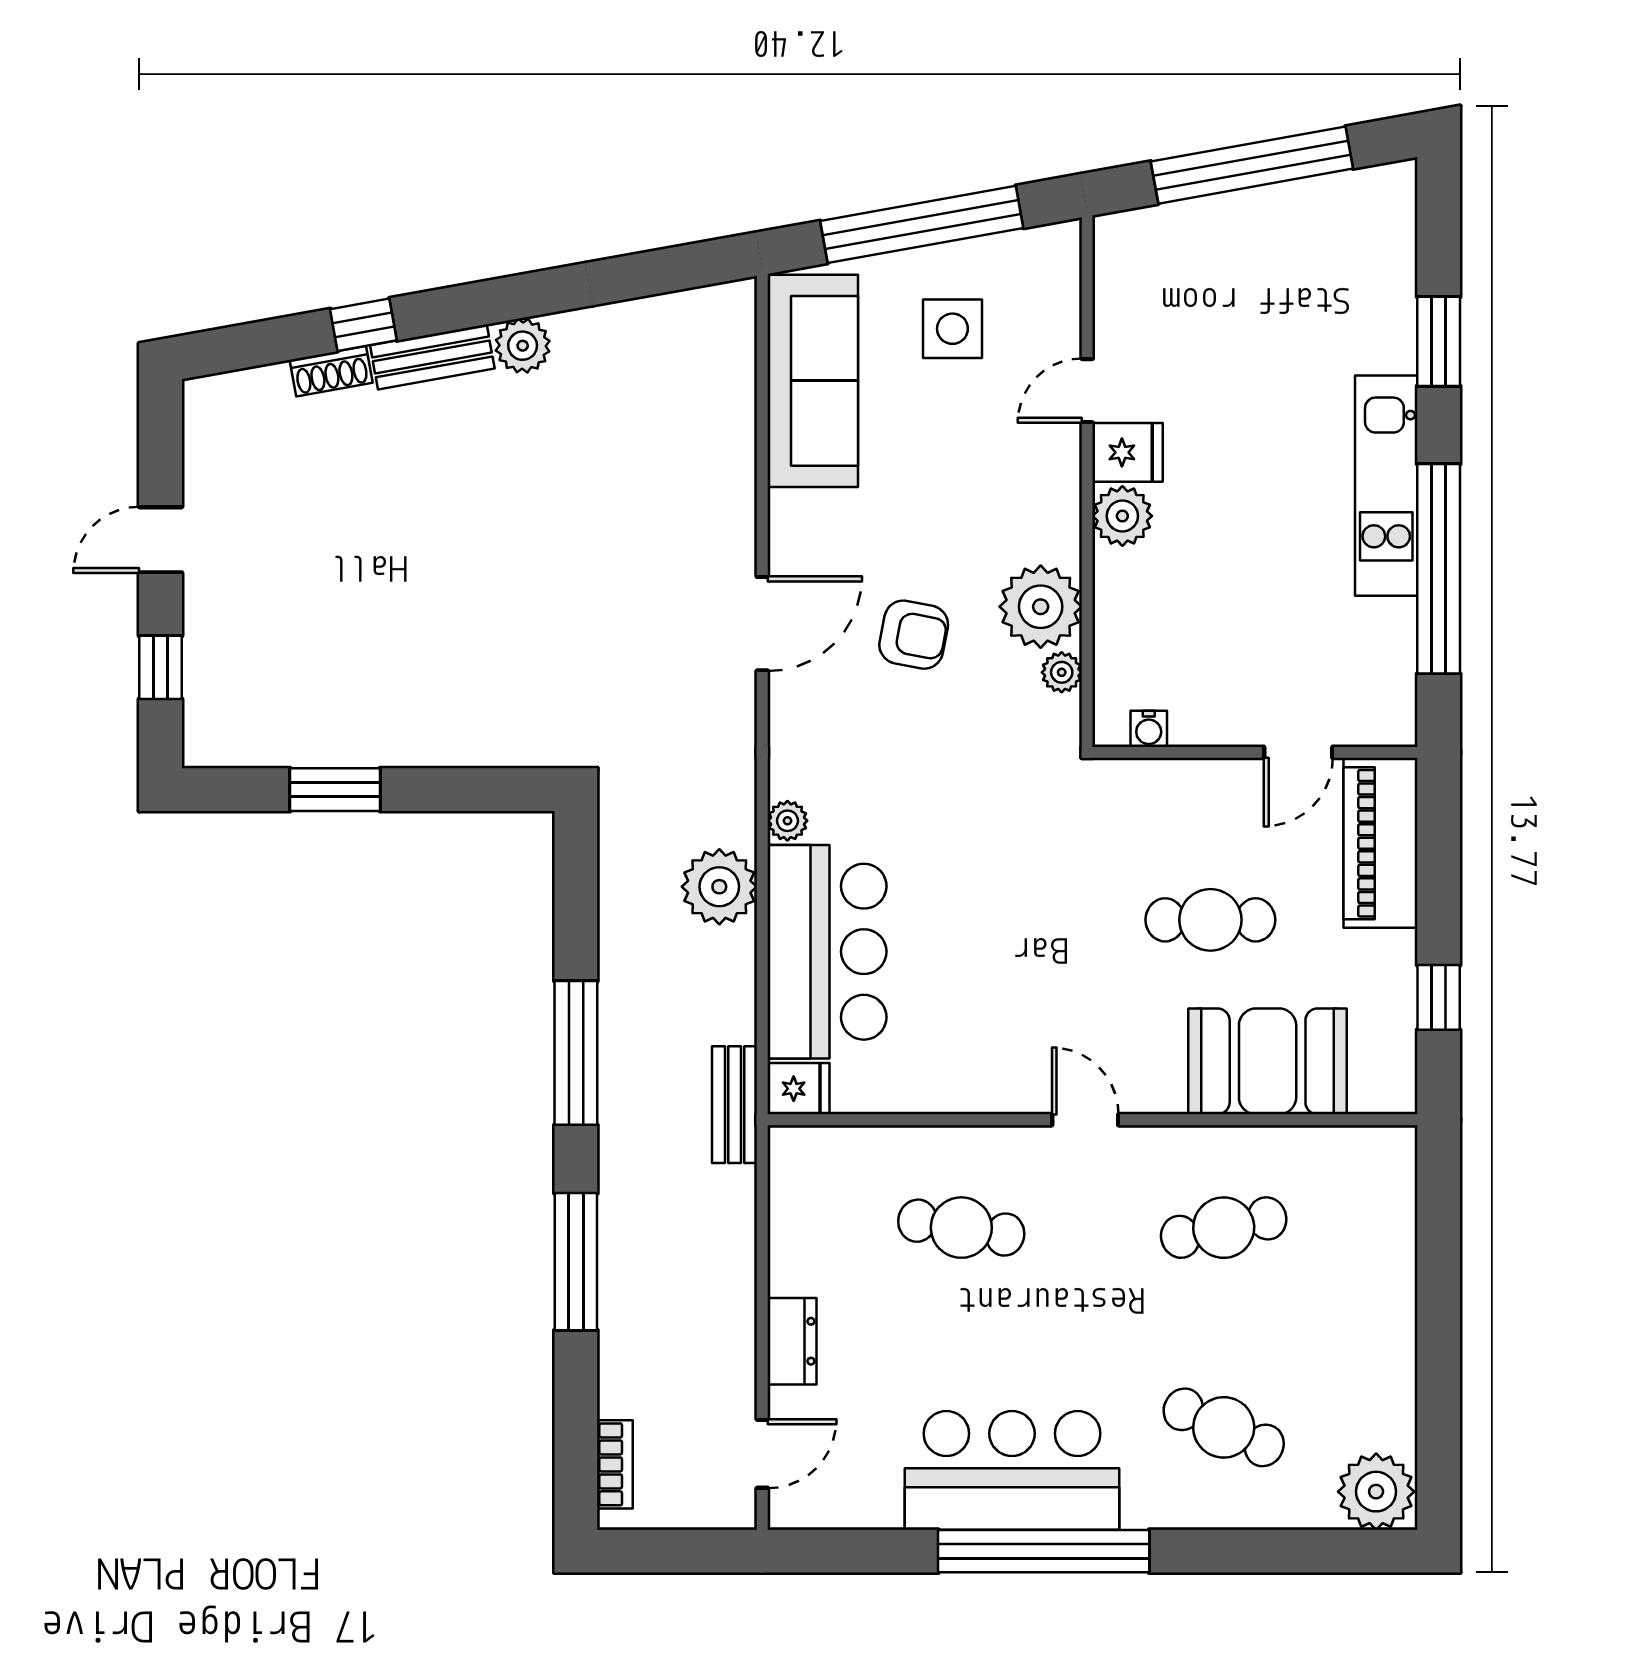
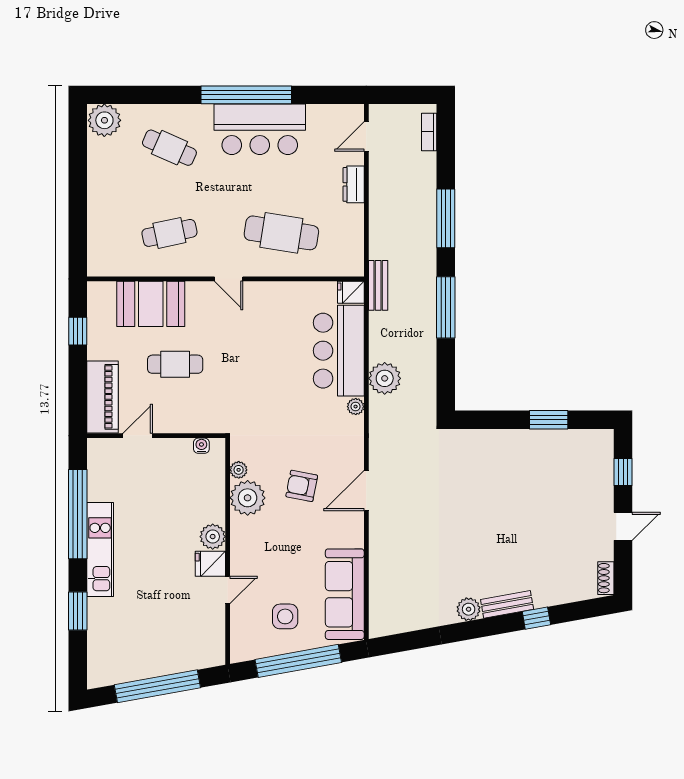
shoe rack: (331, 371) -> (606, 578), moved, turned -80
cafe table: (961, 1228) -> (281, 233), width x1.37, depth x1.35

